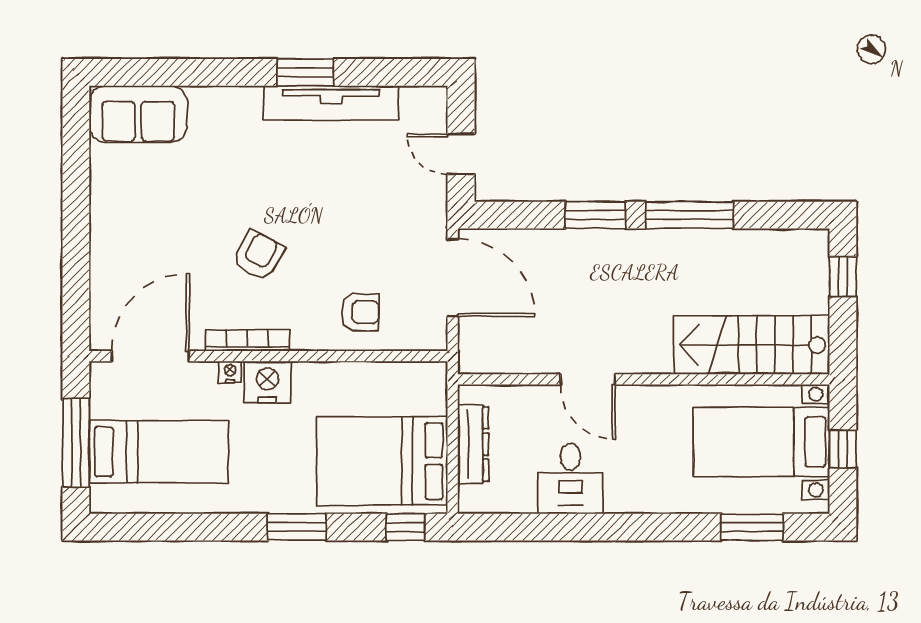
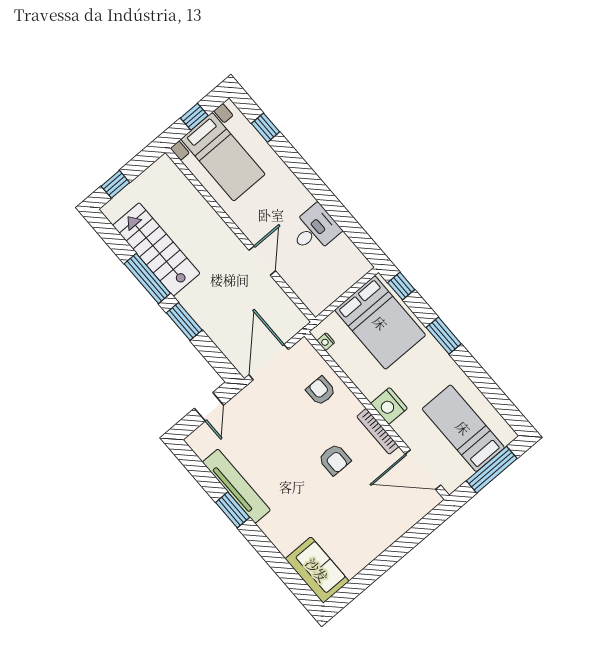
armchair: (259, 256) -> (335, 459), turned -118
stairs: (752, 345) -> (156, 249), moved, turned 180
nightstand: (230, 372) -> (326, 342), moved
dresser: (473, 444) -> (337, 288), removed
window: (752, 527) -> (265, 128), width x0.67

